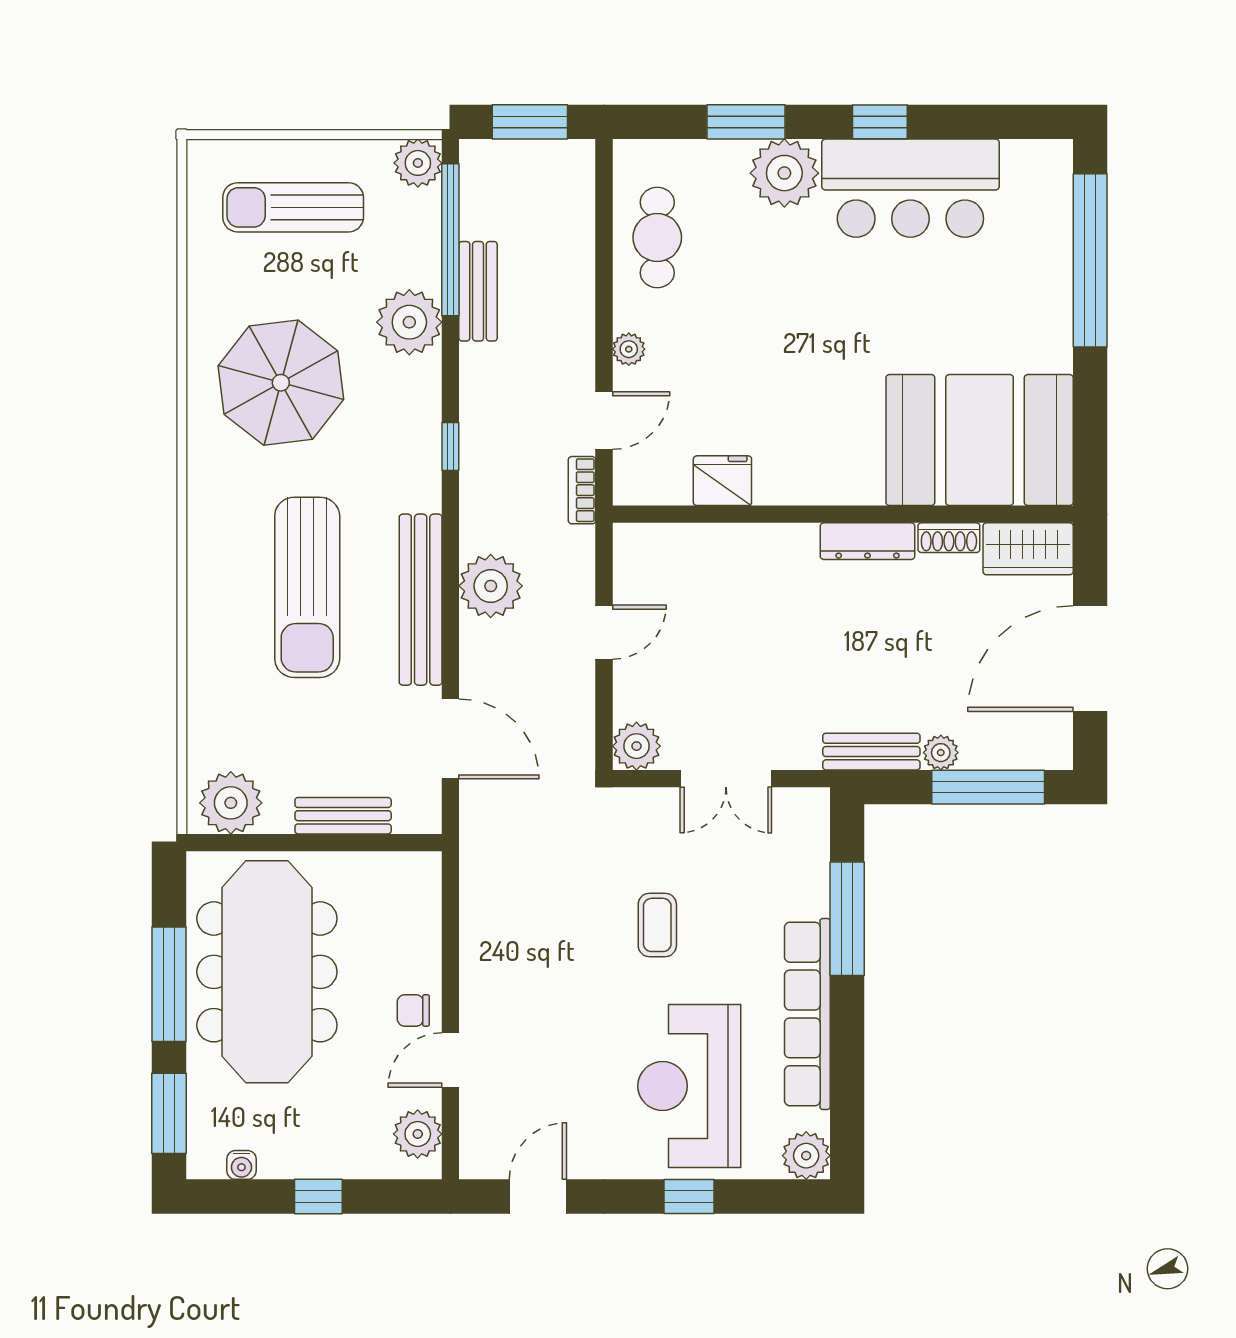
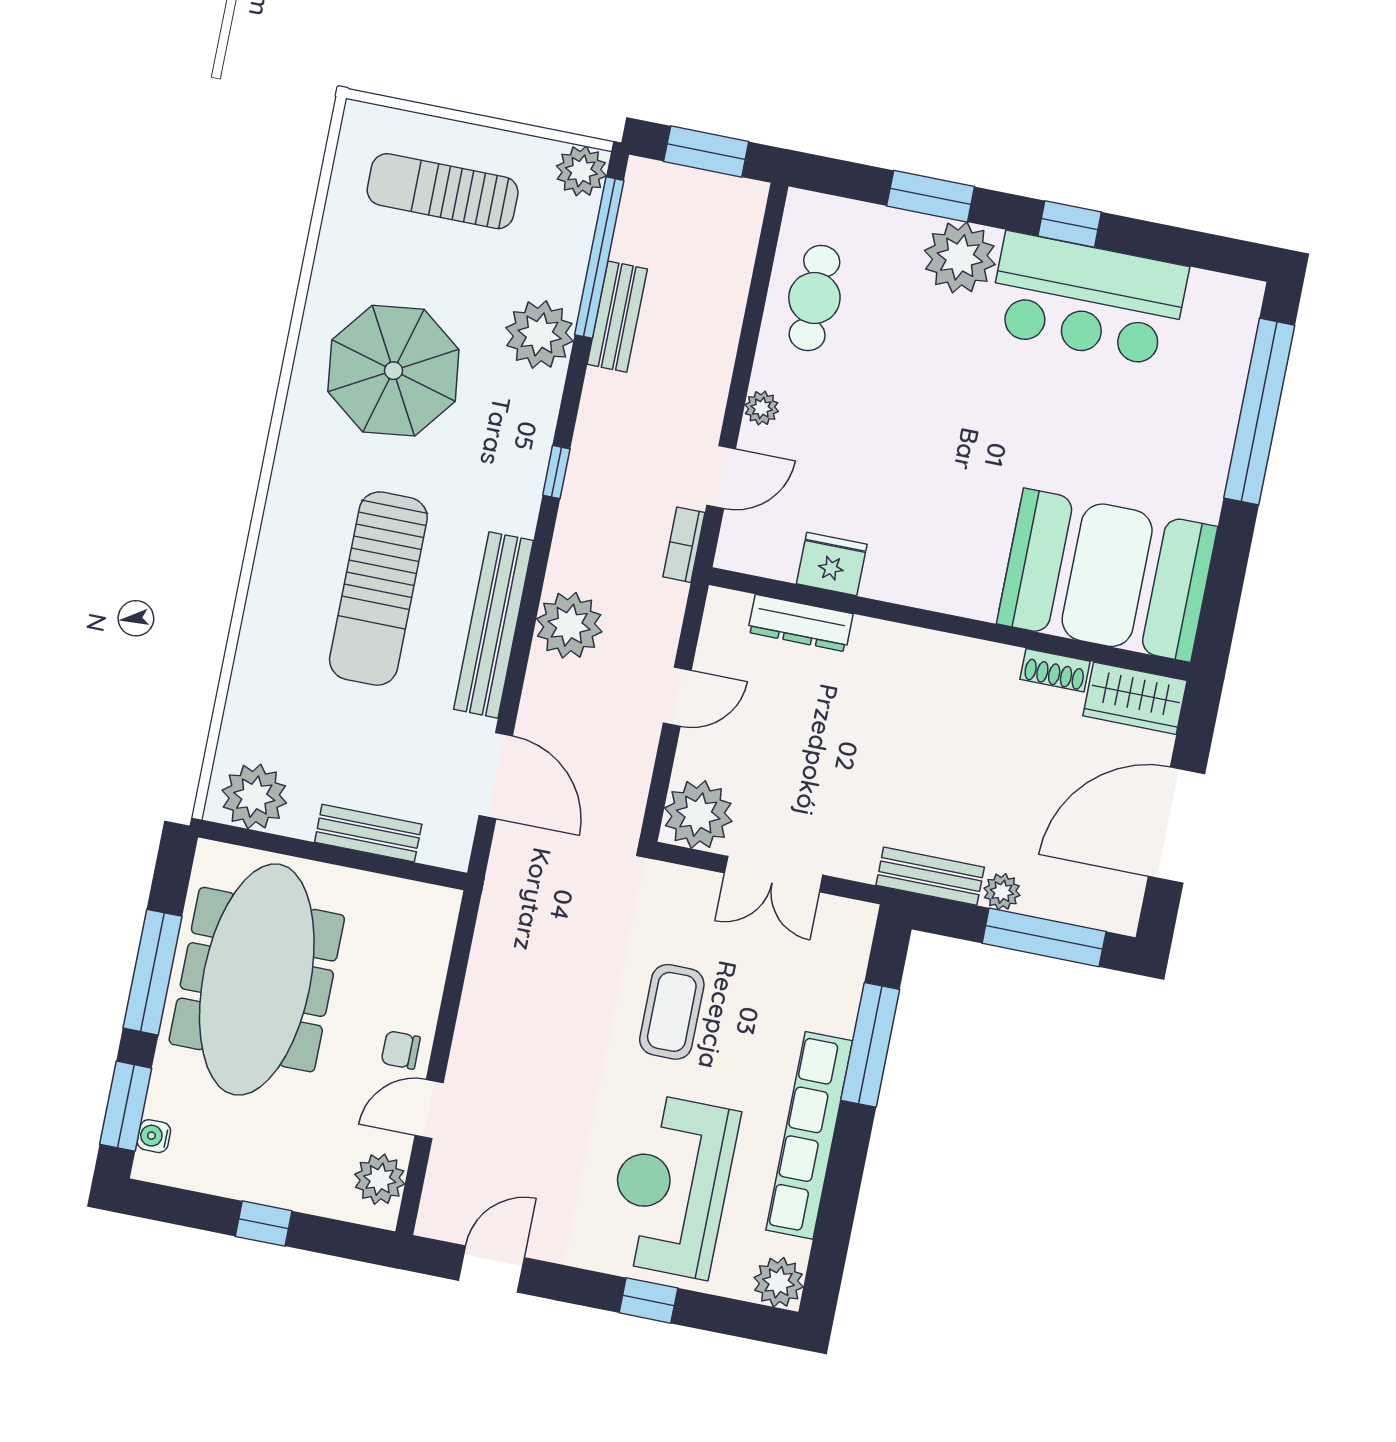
dresser: (868, 541) -> (800, 623), moved
plant: (636, 746) -> (698, 815), width x1.36, depth x1.36
coffee table: (657, 925) -> (672, 1012), width x1.36, depth x1.30
water cooler: (241, 1165) -> (154, 1136), moved, turned 90

